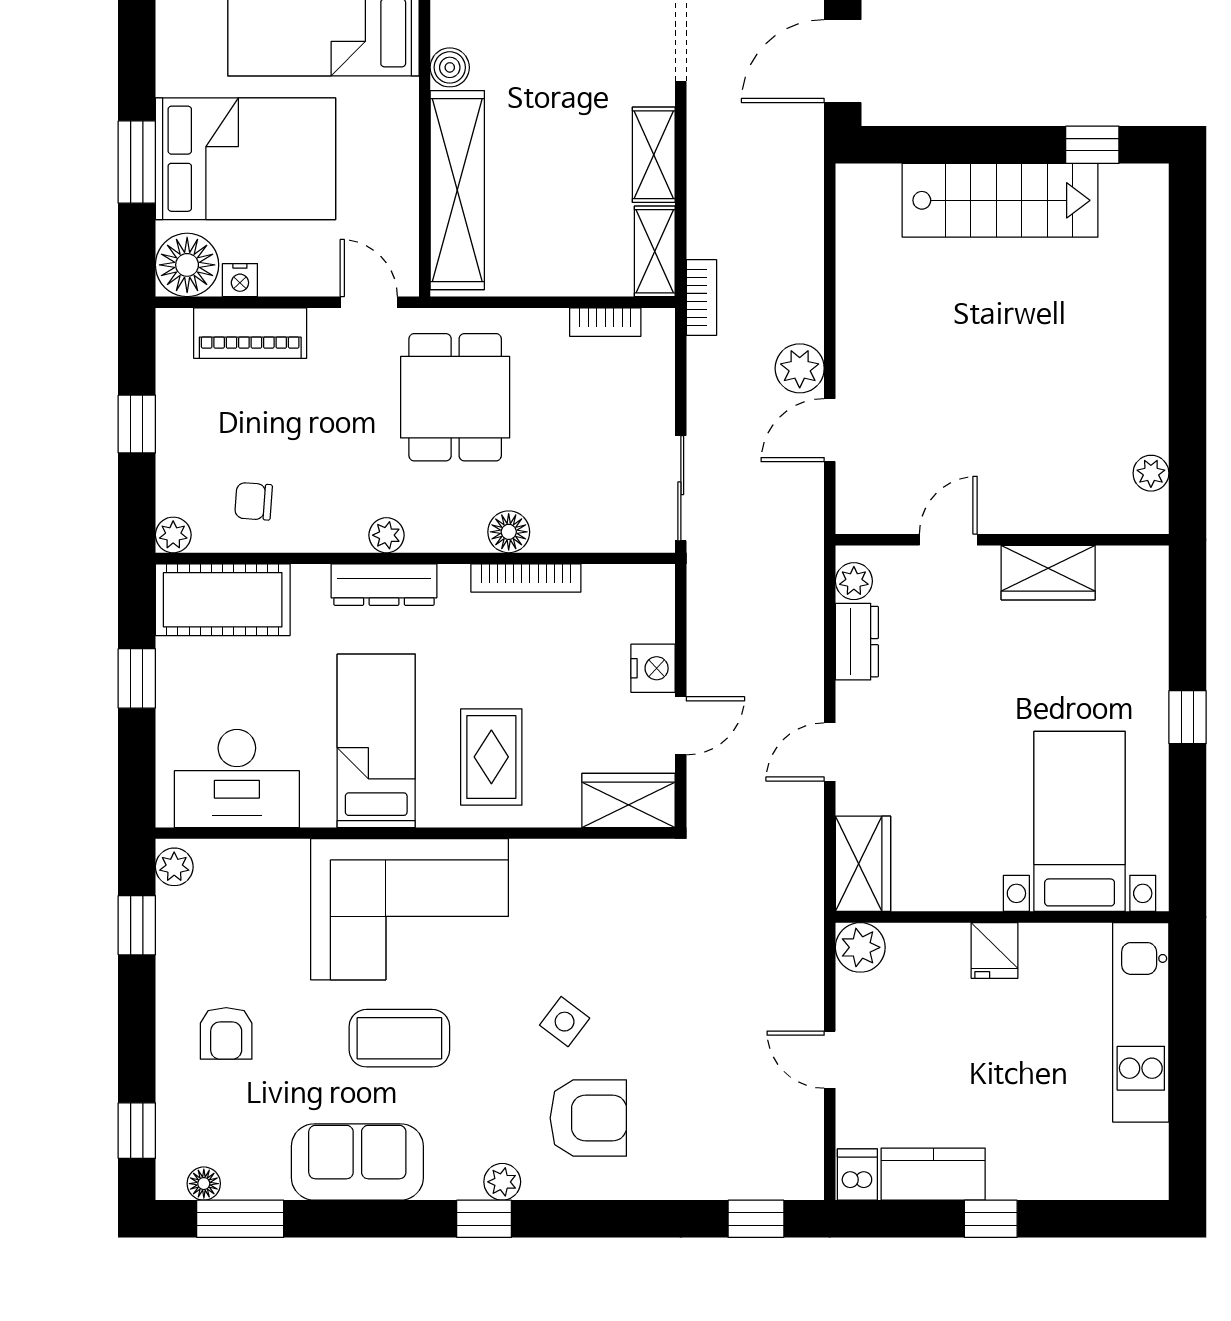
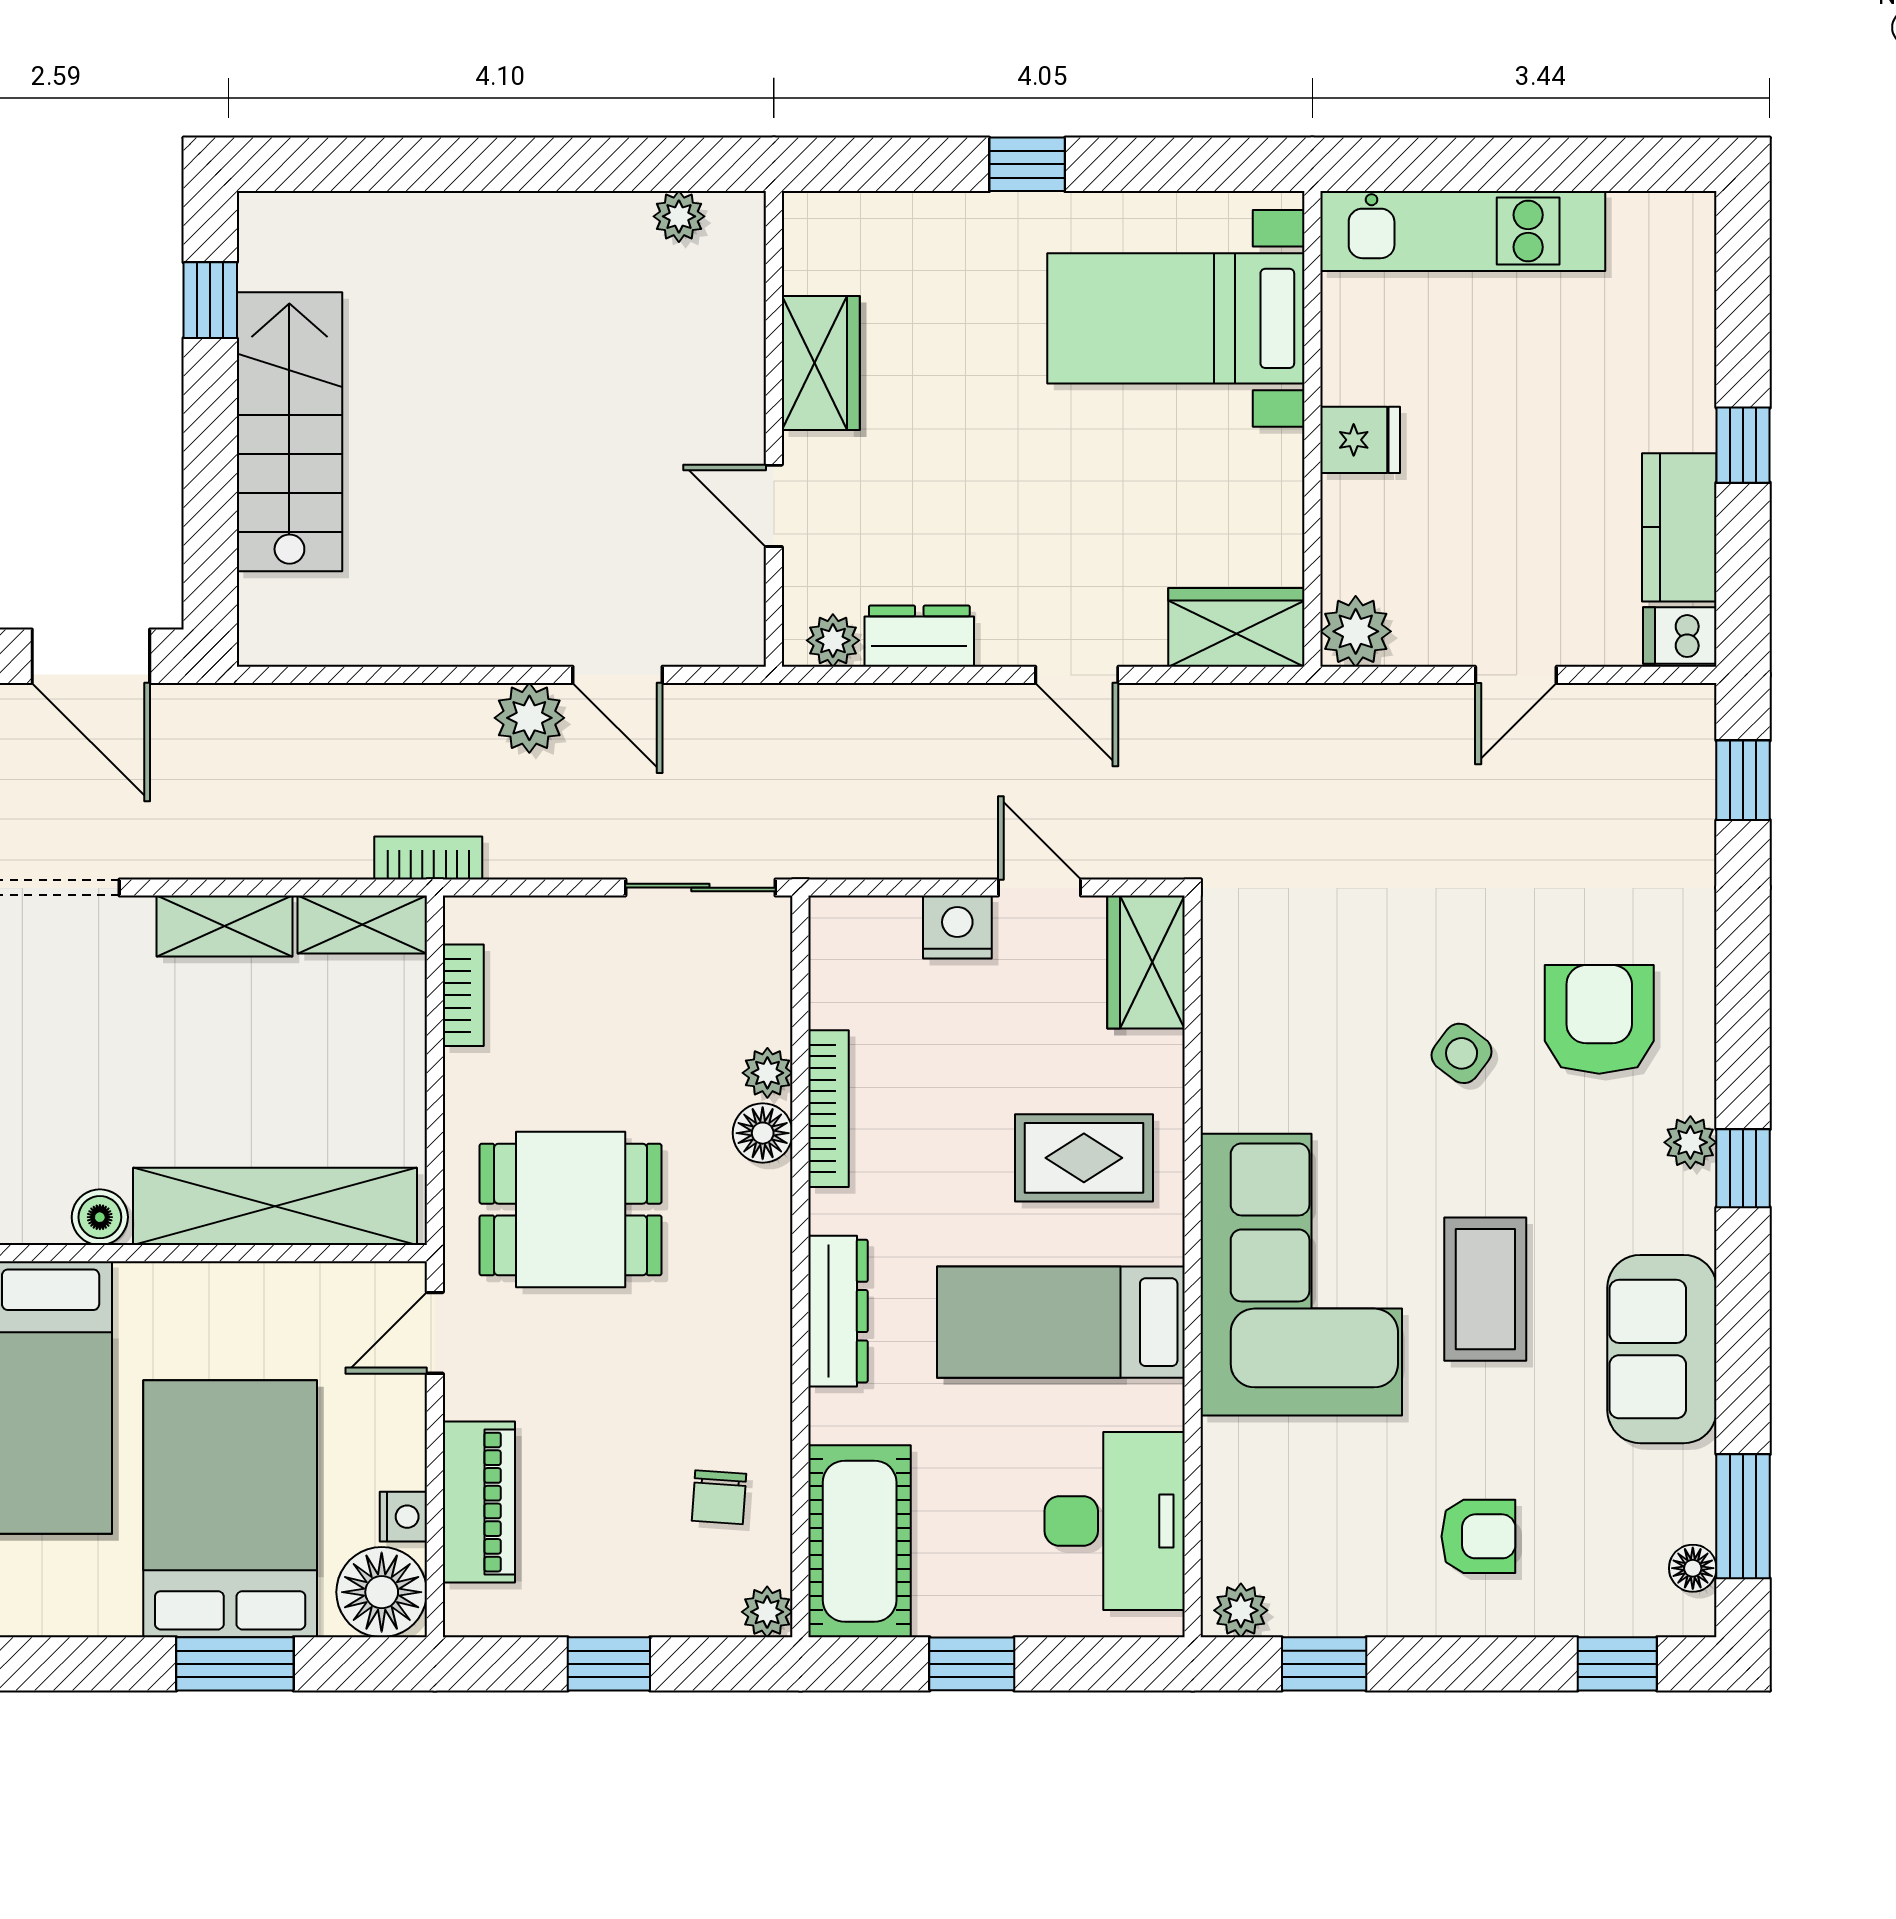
plant: (386, 535) -> (767, 1073), moved

